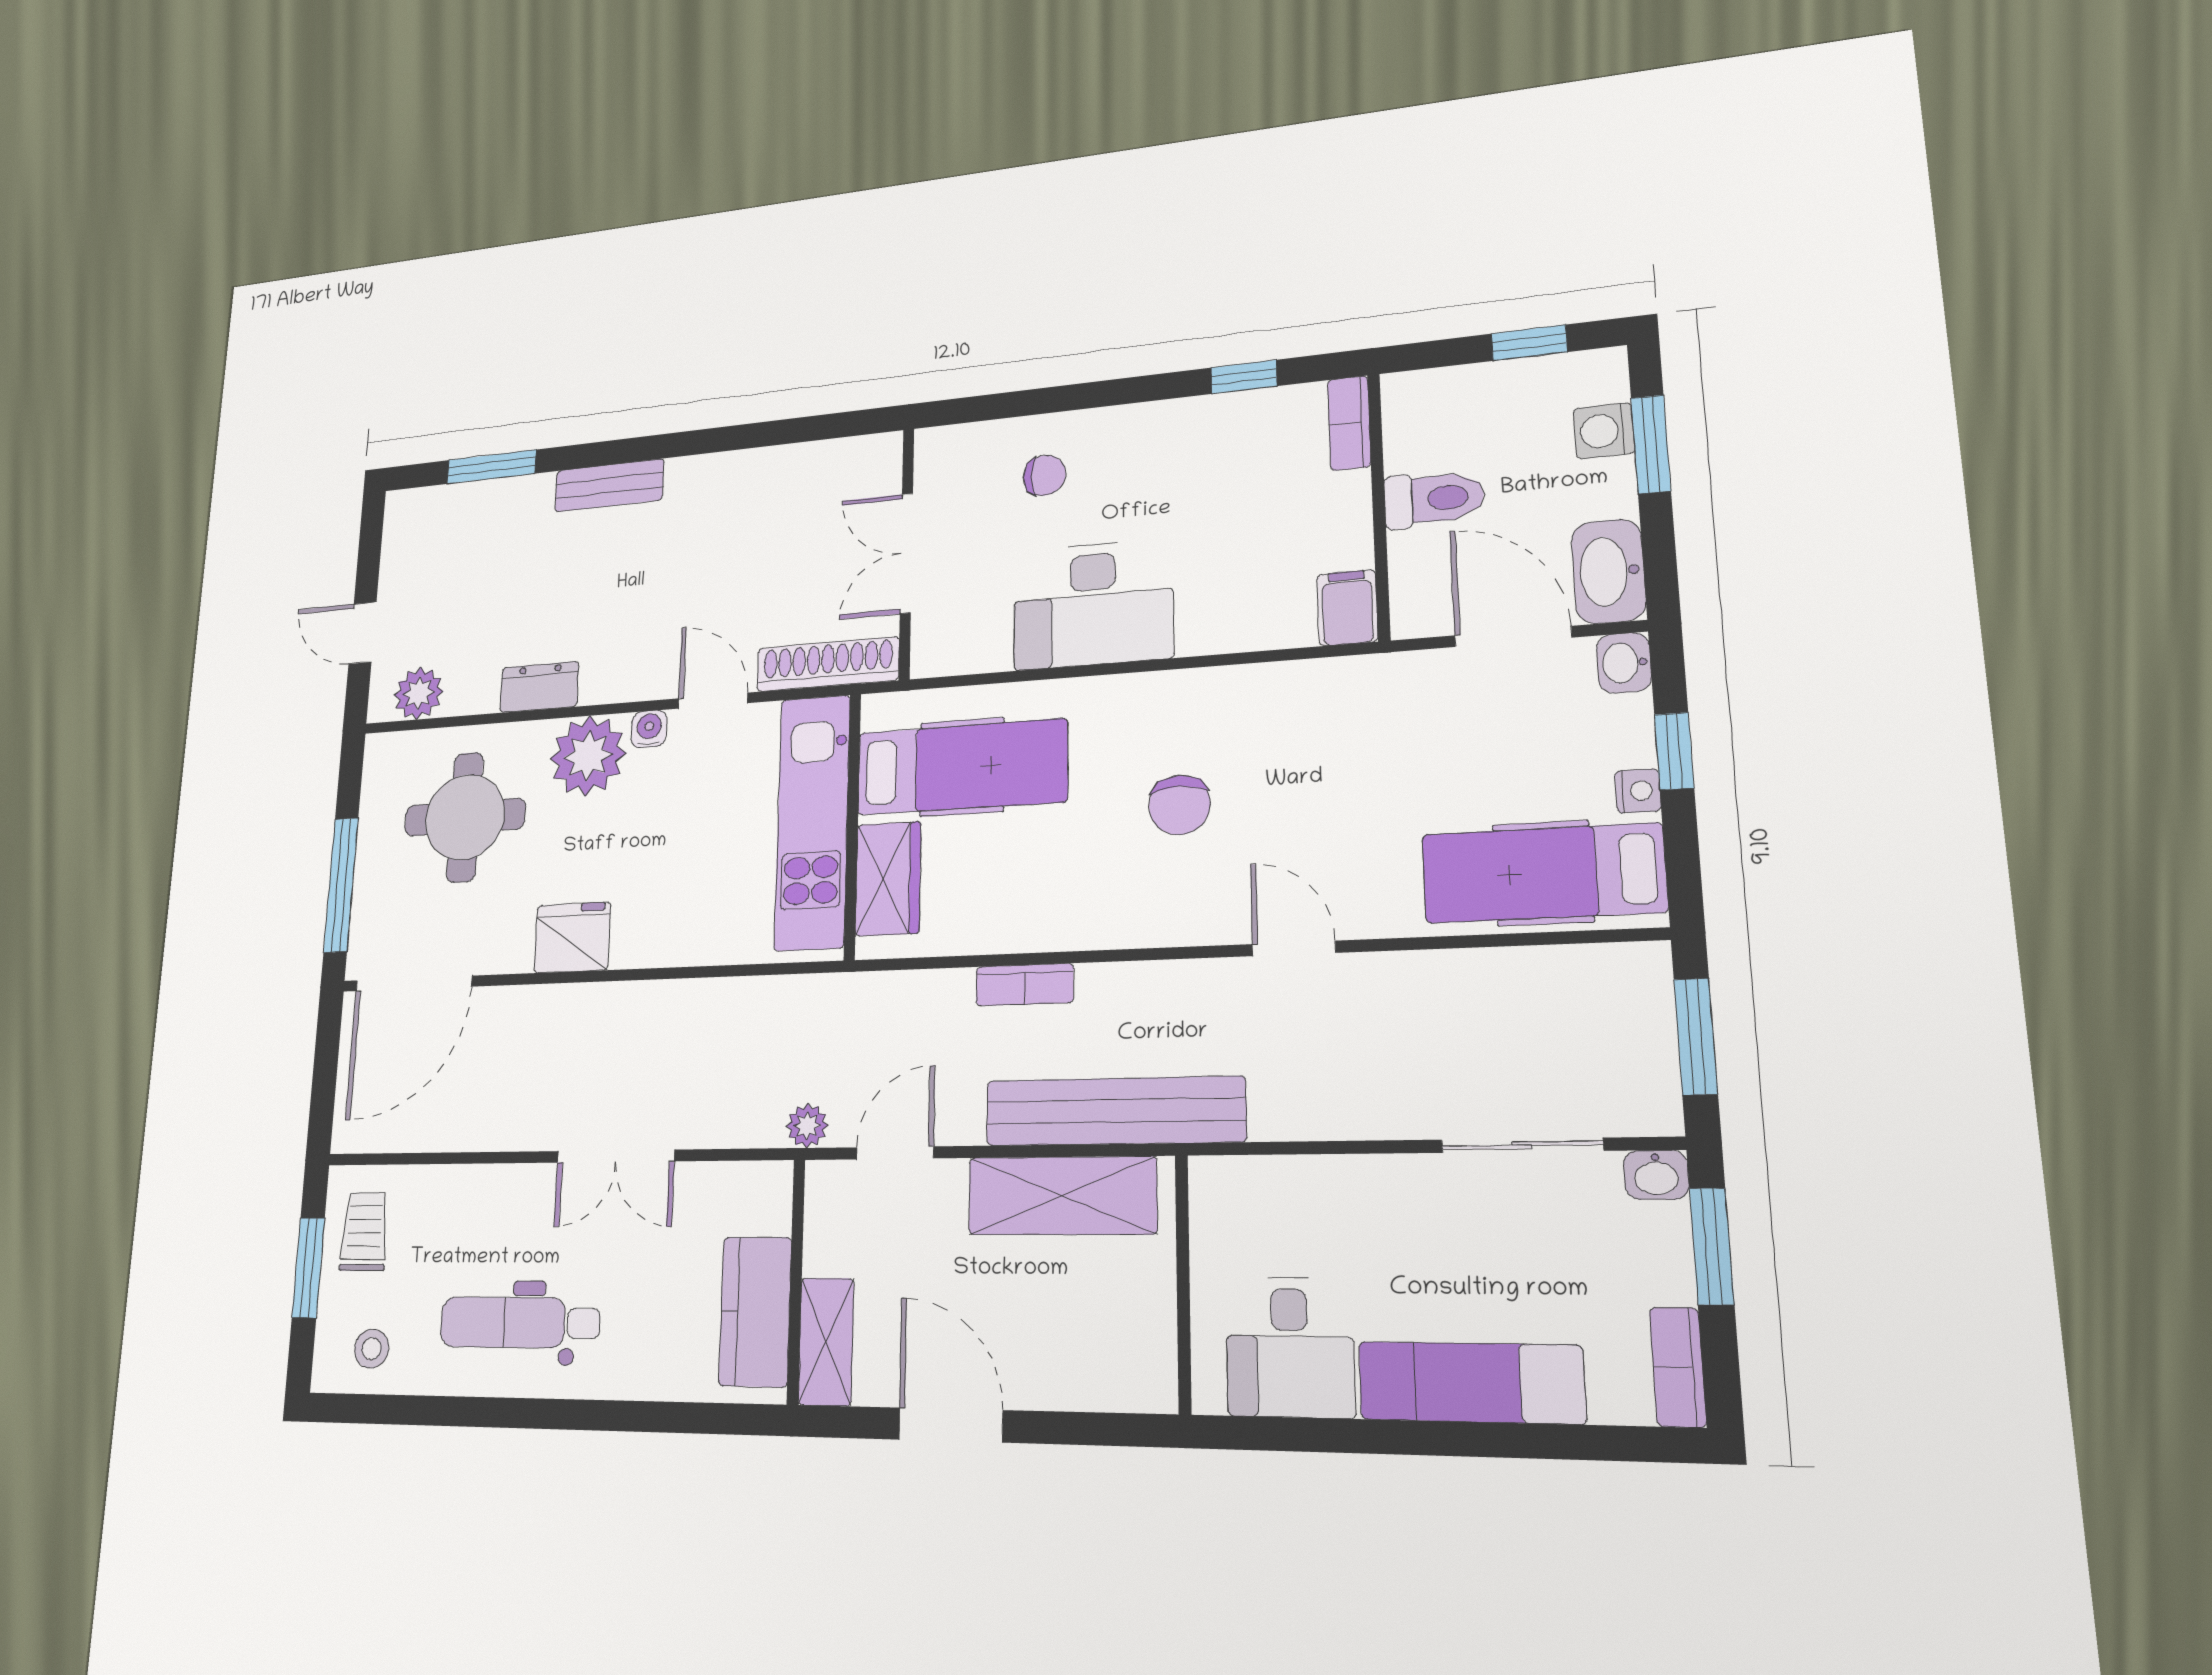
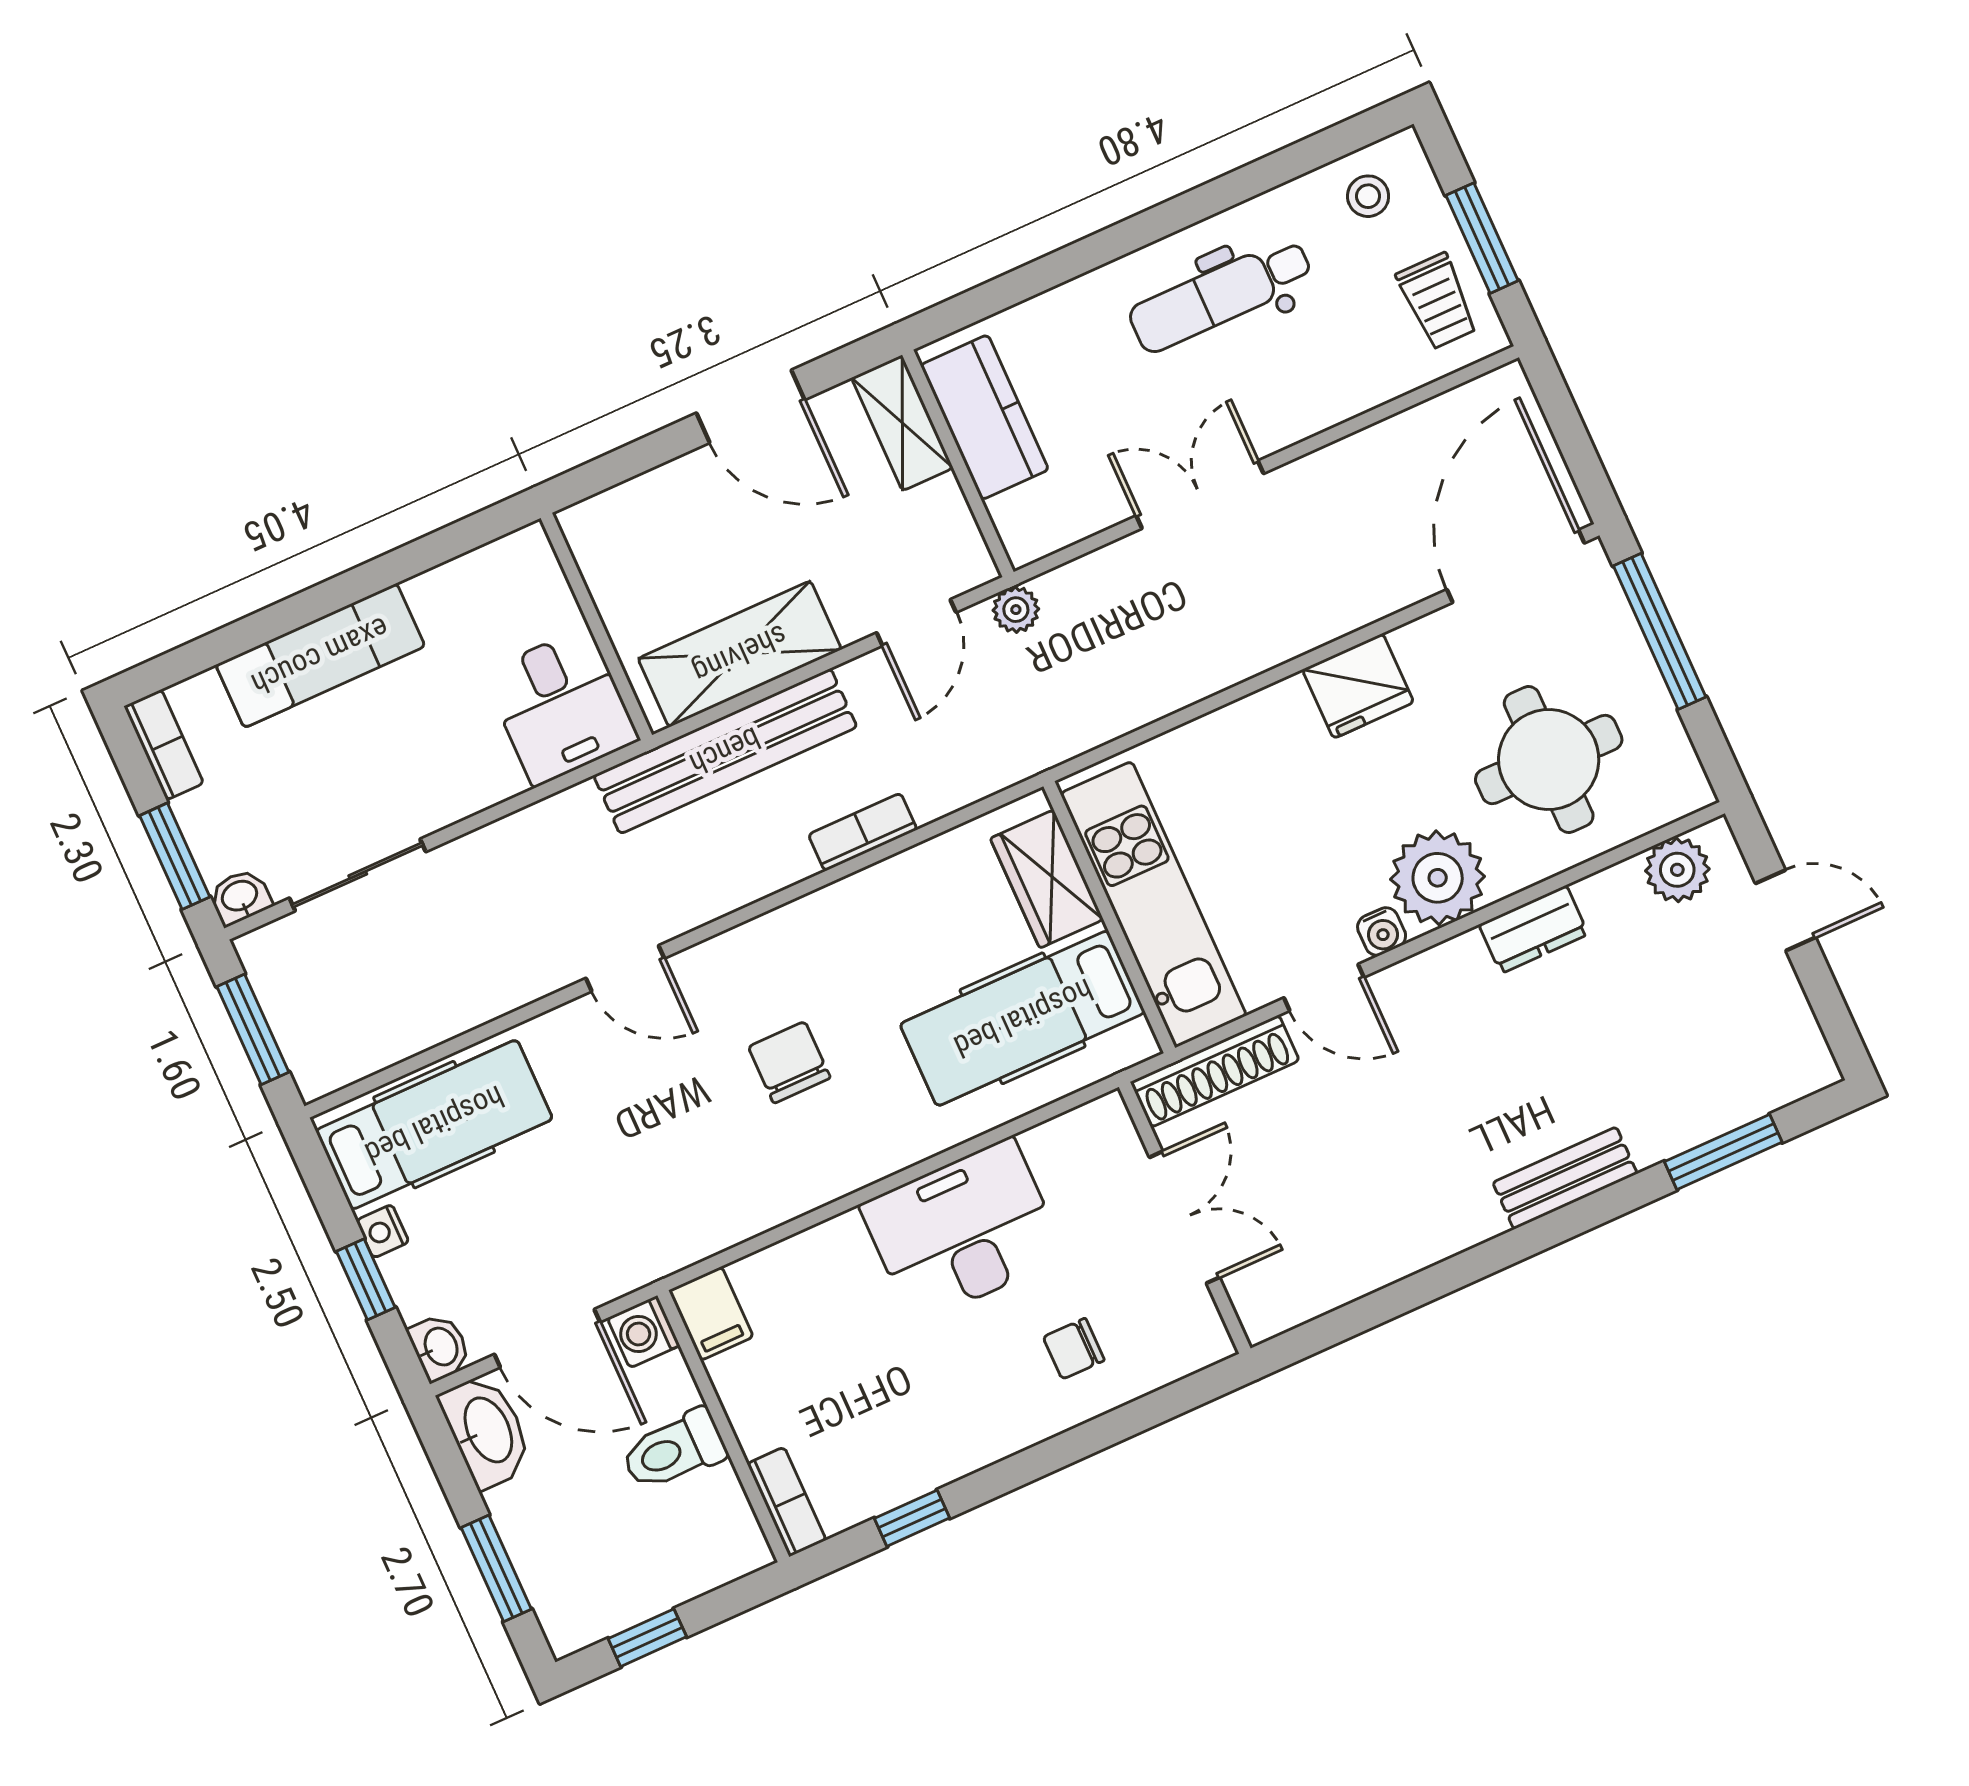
washing machine: (1604, 431) -> (644, 1332), moved, turned 180
dental chair: (520, 1323) -> (1221, 295), turned 180
desk: (1290, 1347) -> (561, 706), moved, turned 180

